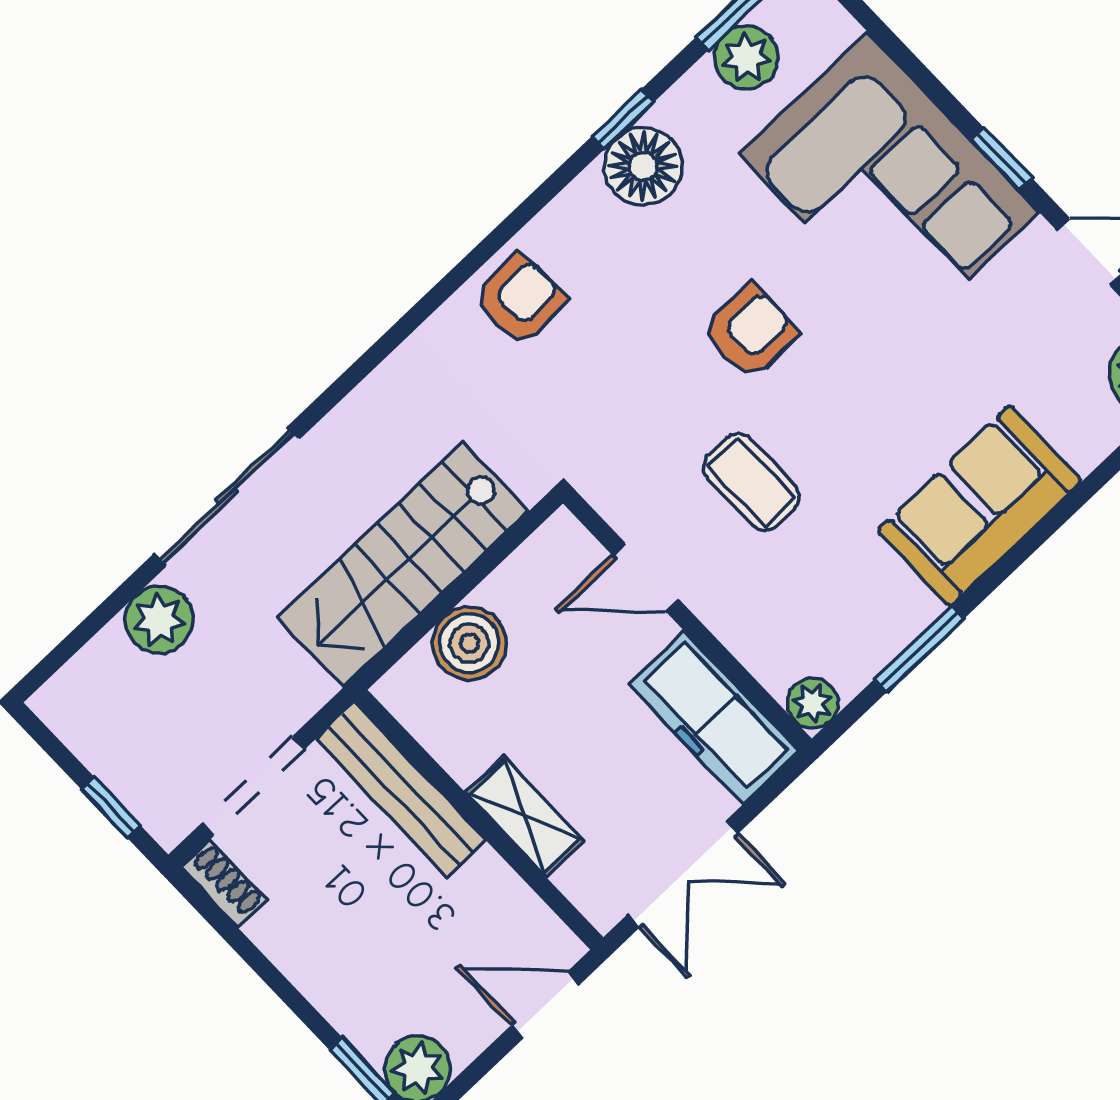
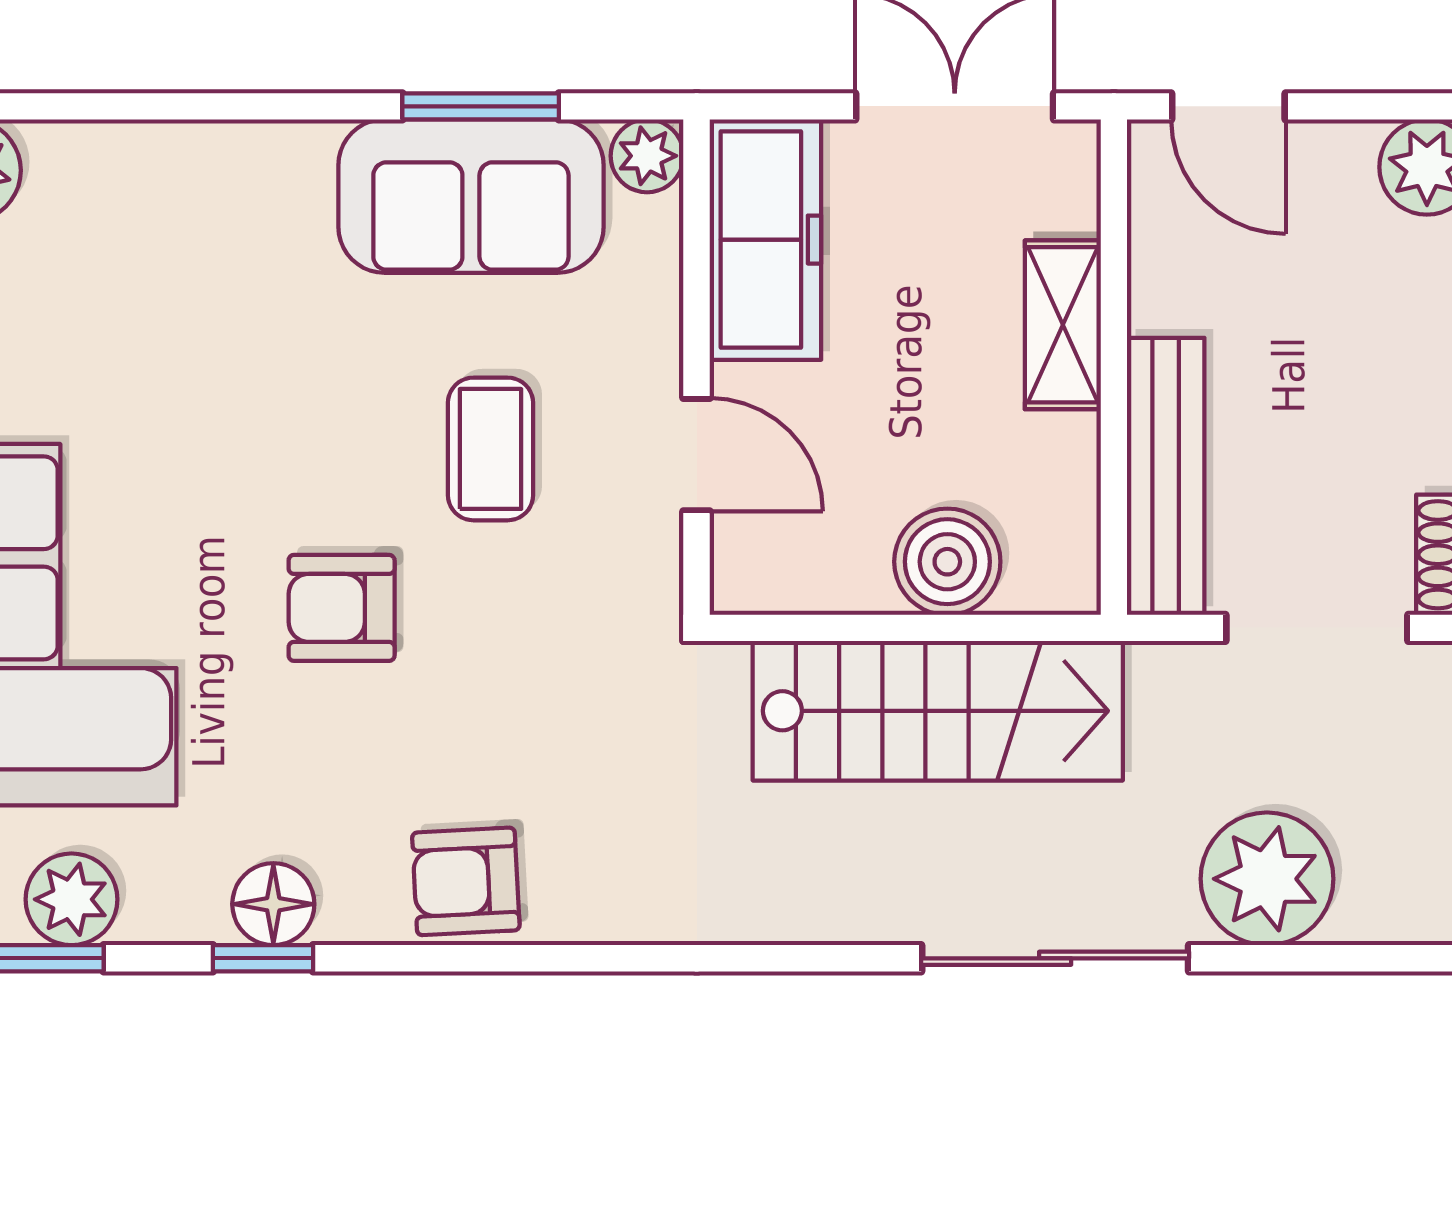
floor lamp: (643, 166) -> (273, 904), width x0.73, depth x0.73
armchair: (520, 300) -> (466, 881), moved
sofa: (980, 506) -> (471, 196), moved
plant: (159, 620) -> (1267, 879), width x1.36, depth x1.36

